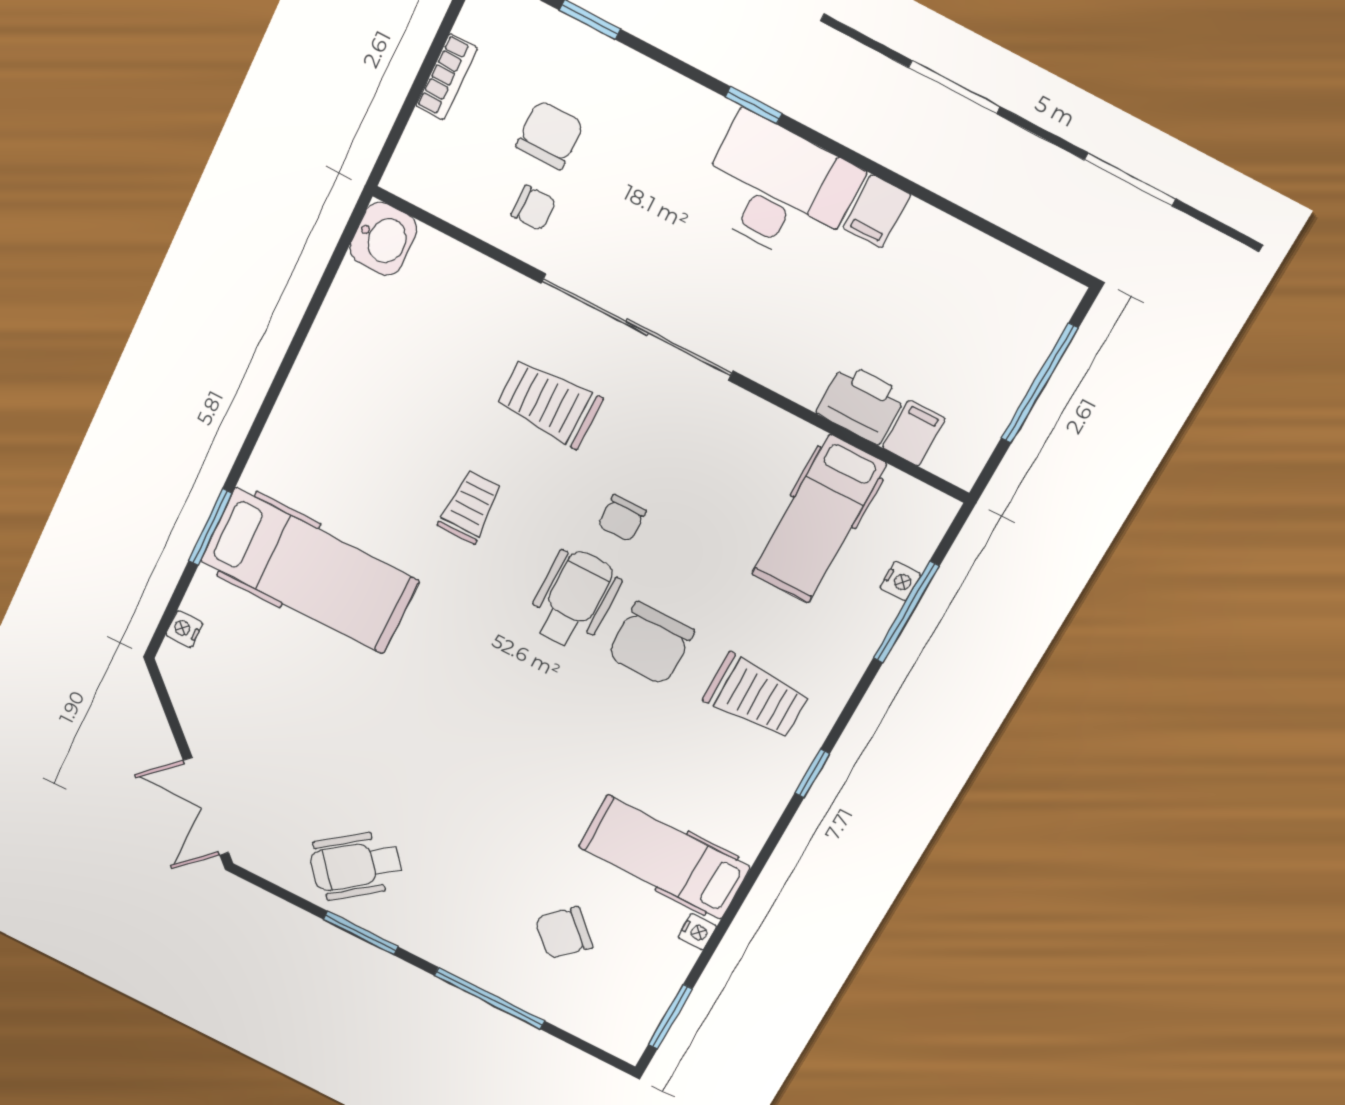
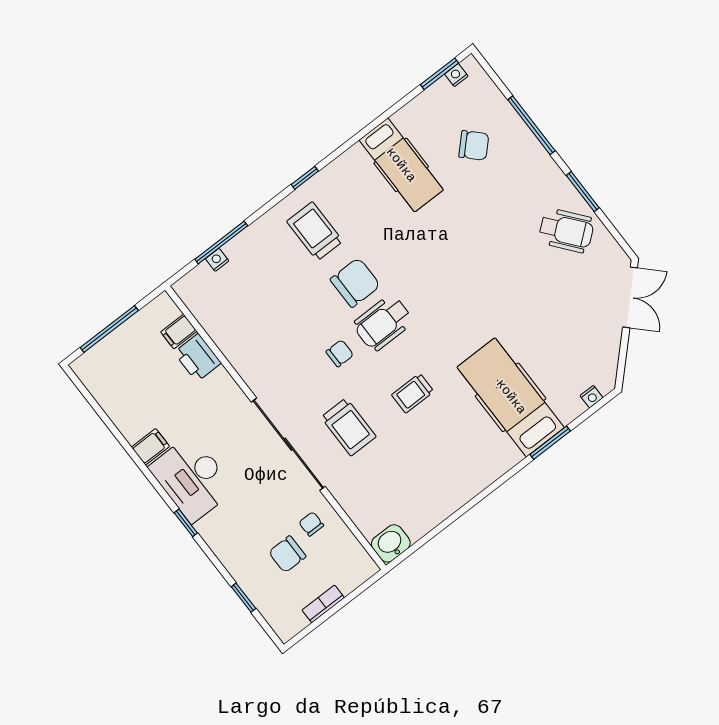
hospital bed: (819, 519) -> (243, 309), removed
nightstand: (697, 932) -> (456, 75), moved

